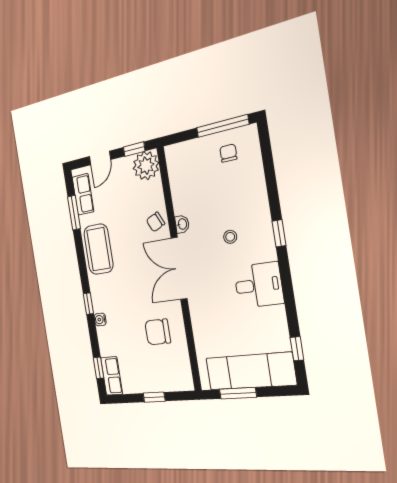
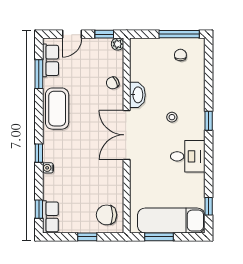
plant: (146, 166) -> (118, 44), width x0.53, depth x0.53
chair: (156, 222) -> (113, 83), moved
washbasin: (182, 224) -> (137, 95), width x1.91, depth x1.45
chair: (158, 332) -> (107, 215), moved

